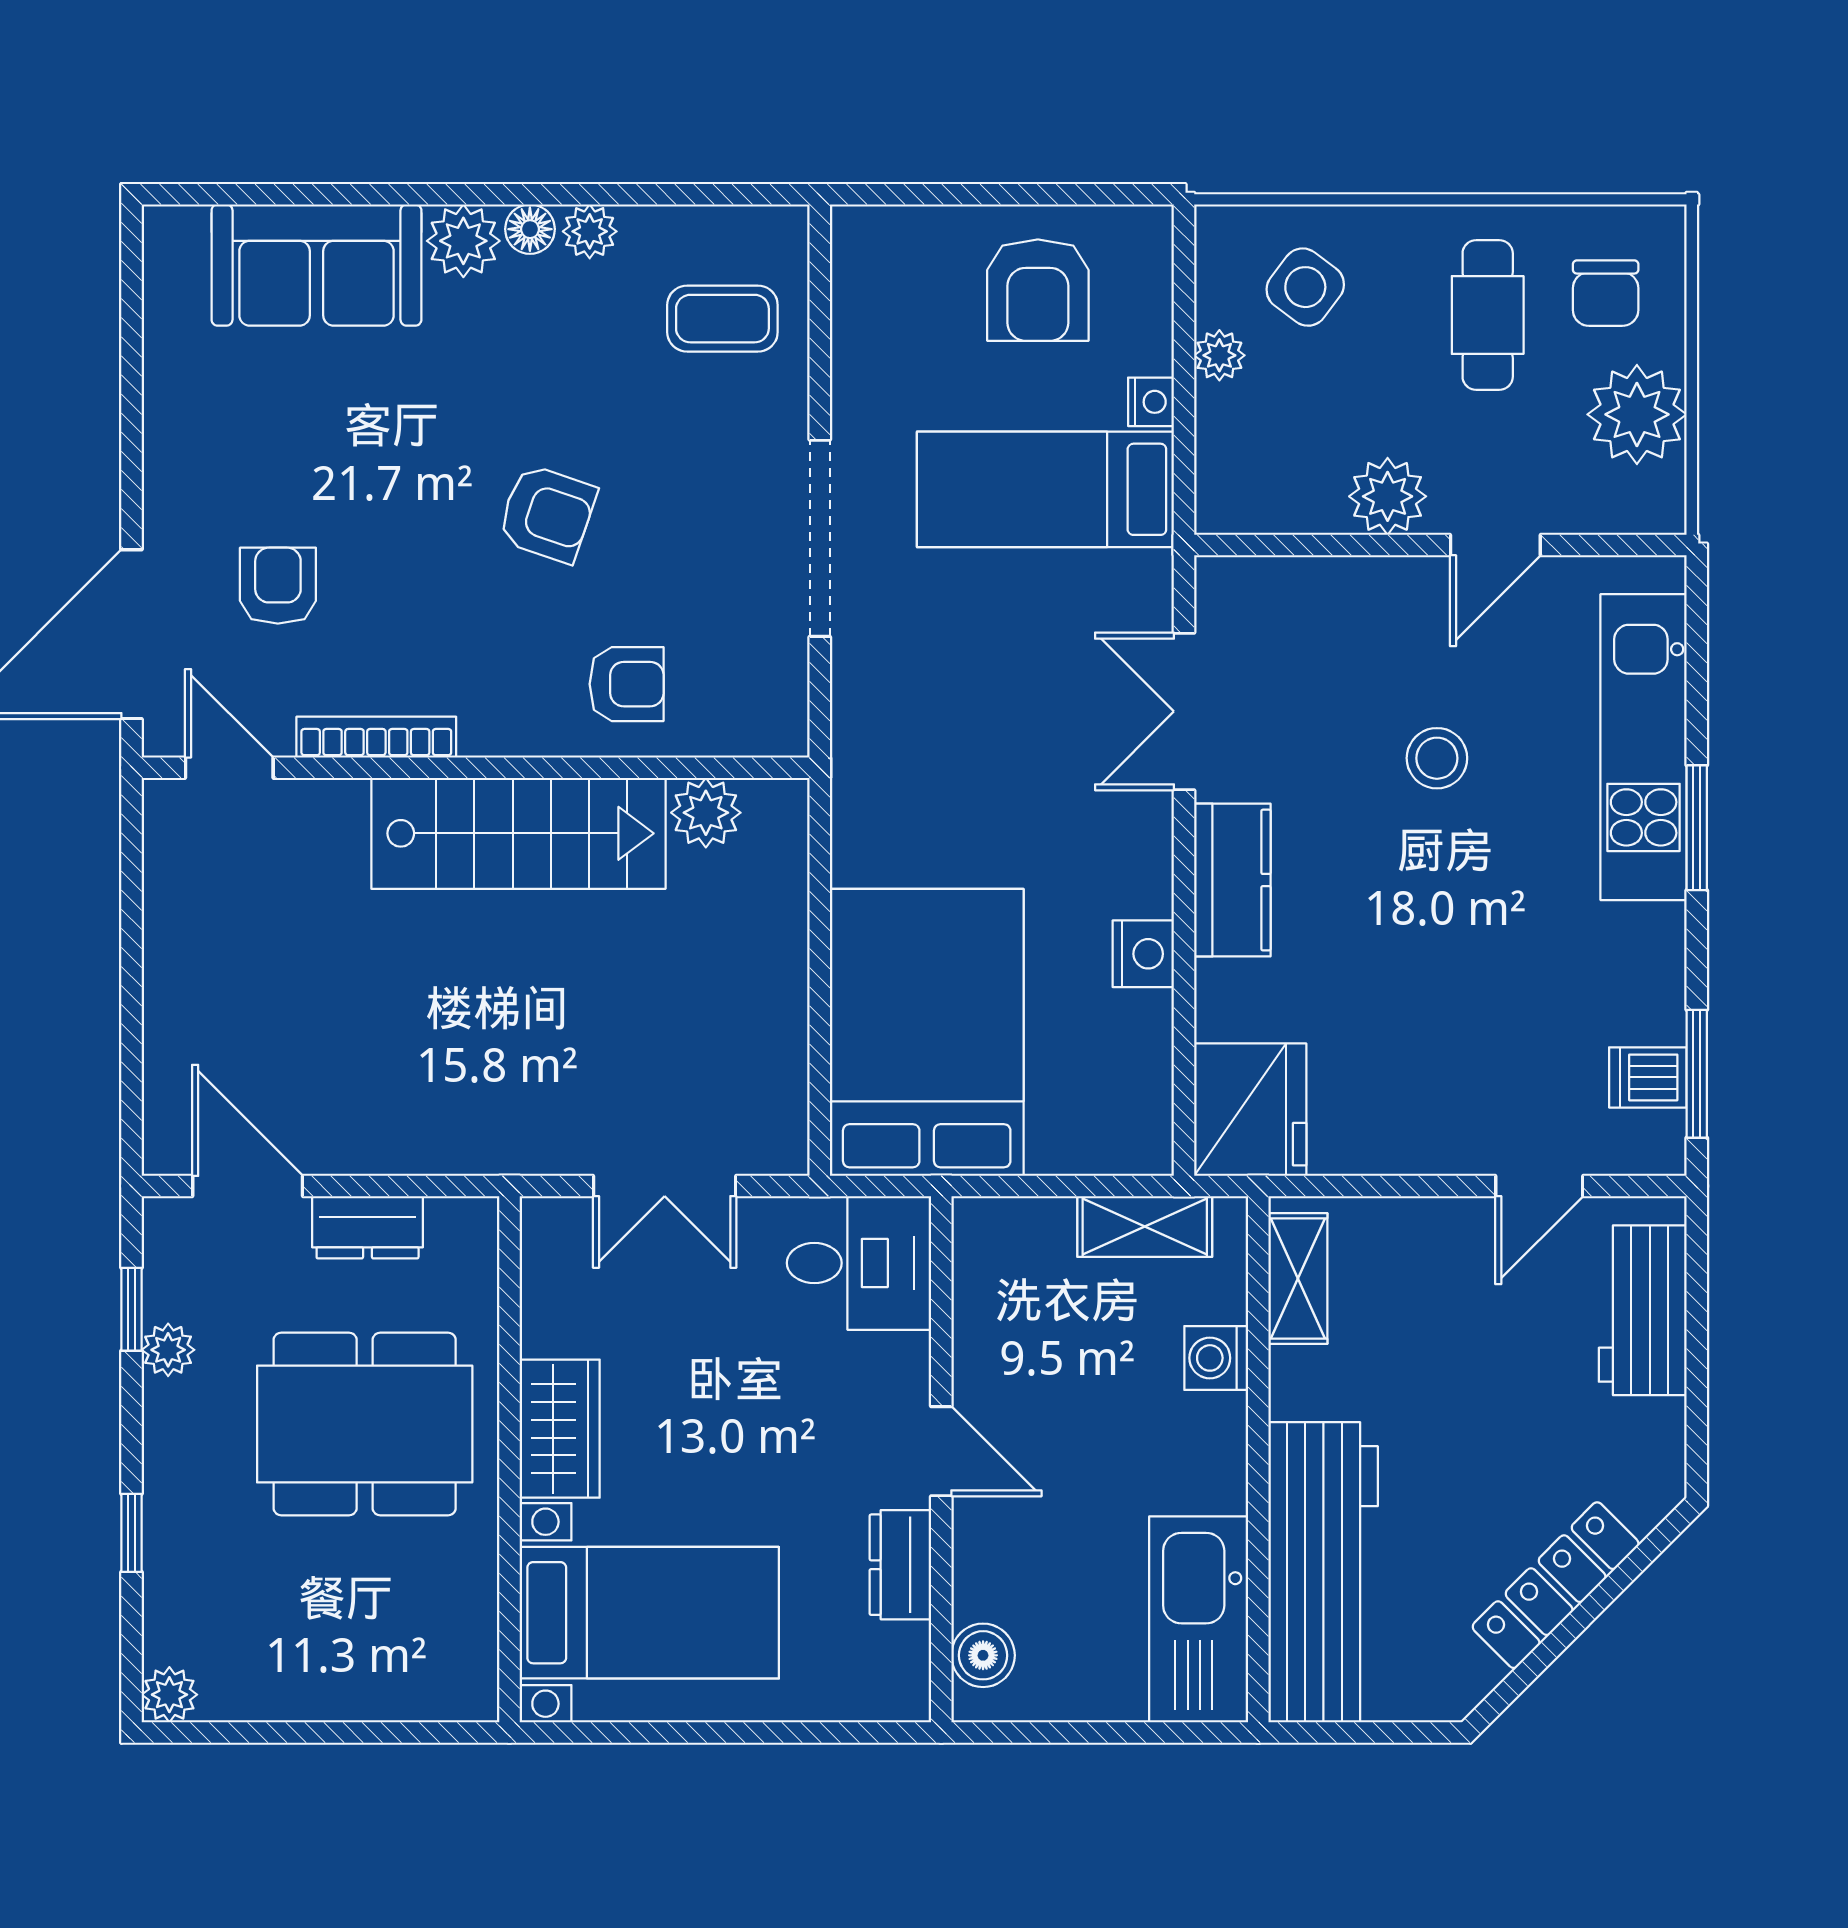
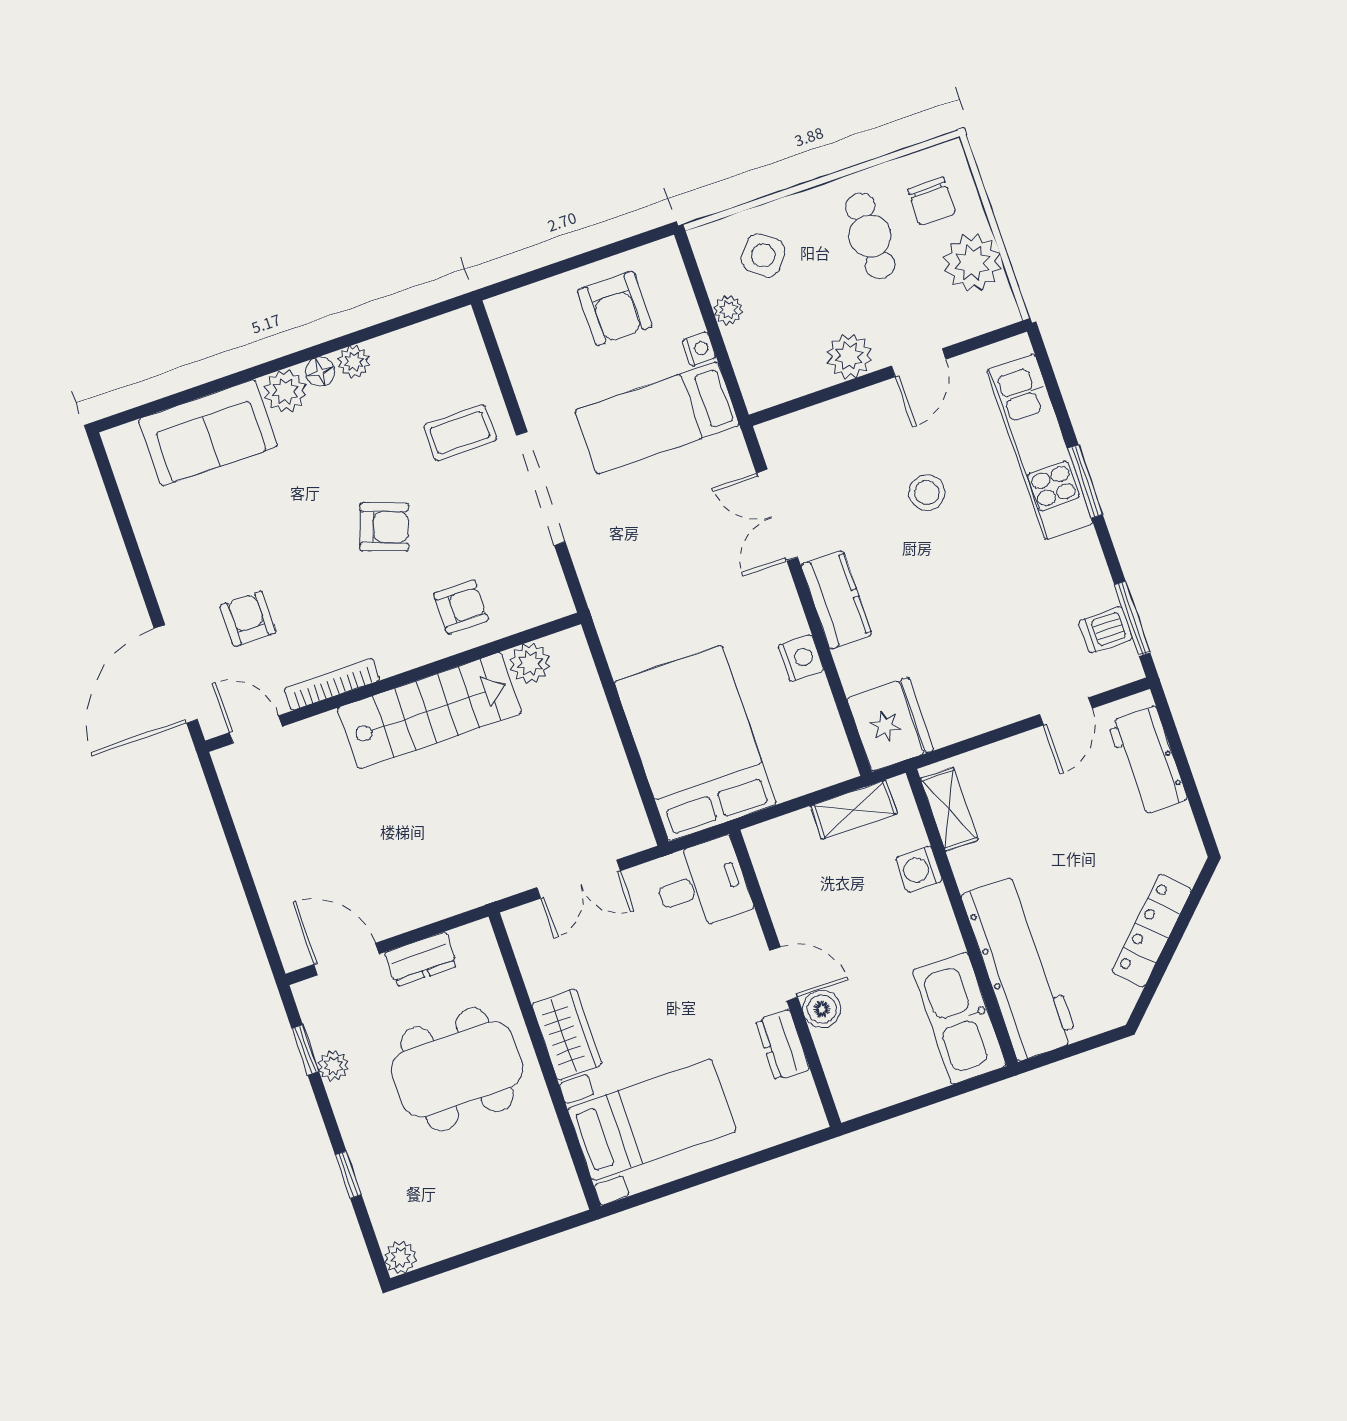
coffee table: (722, 319) -> (460, 433), moved
boiler: (983, 1655) -> (822, 1009), moved

